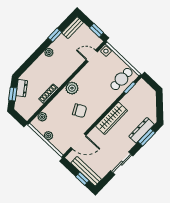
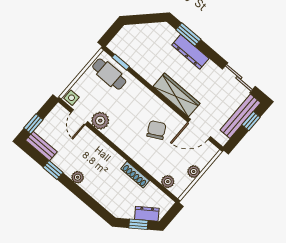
window: (97, 30) -> (33, 124), moved
dresser: (22, 88) -> (147, 214), moved
plant: (72, 88) -> (100, 121), moved
wardrobe: (112, 118) -> (177, 95), moved
dresser: (142, 130) -> (190, 52), moved
door: (78, 141) -> (199, 129), swing flipped
sliding door: (122, 163) -> (239, 78), moved

